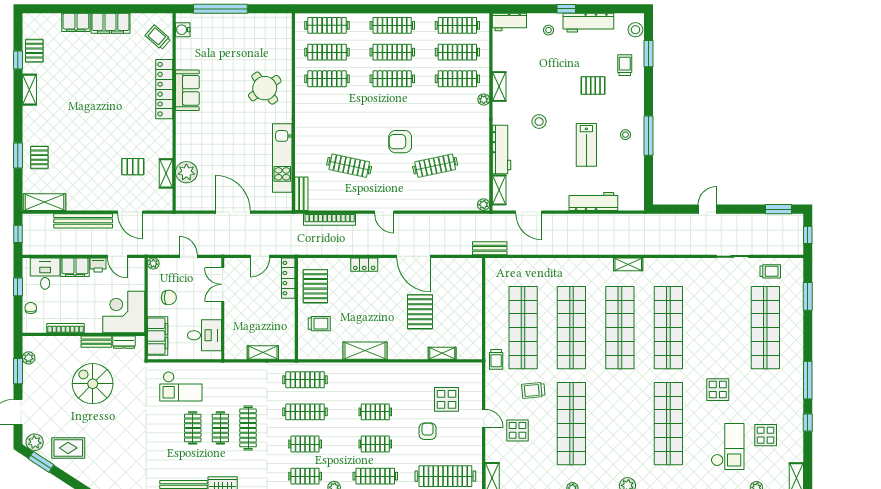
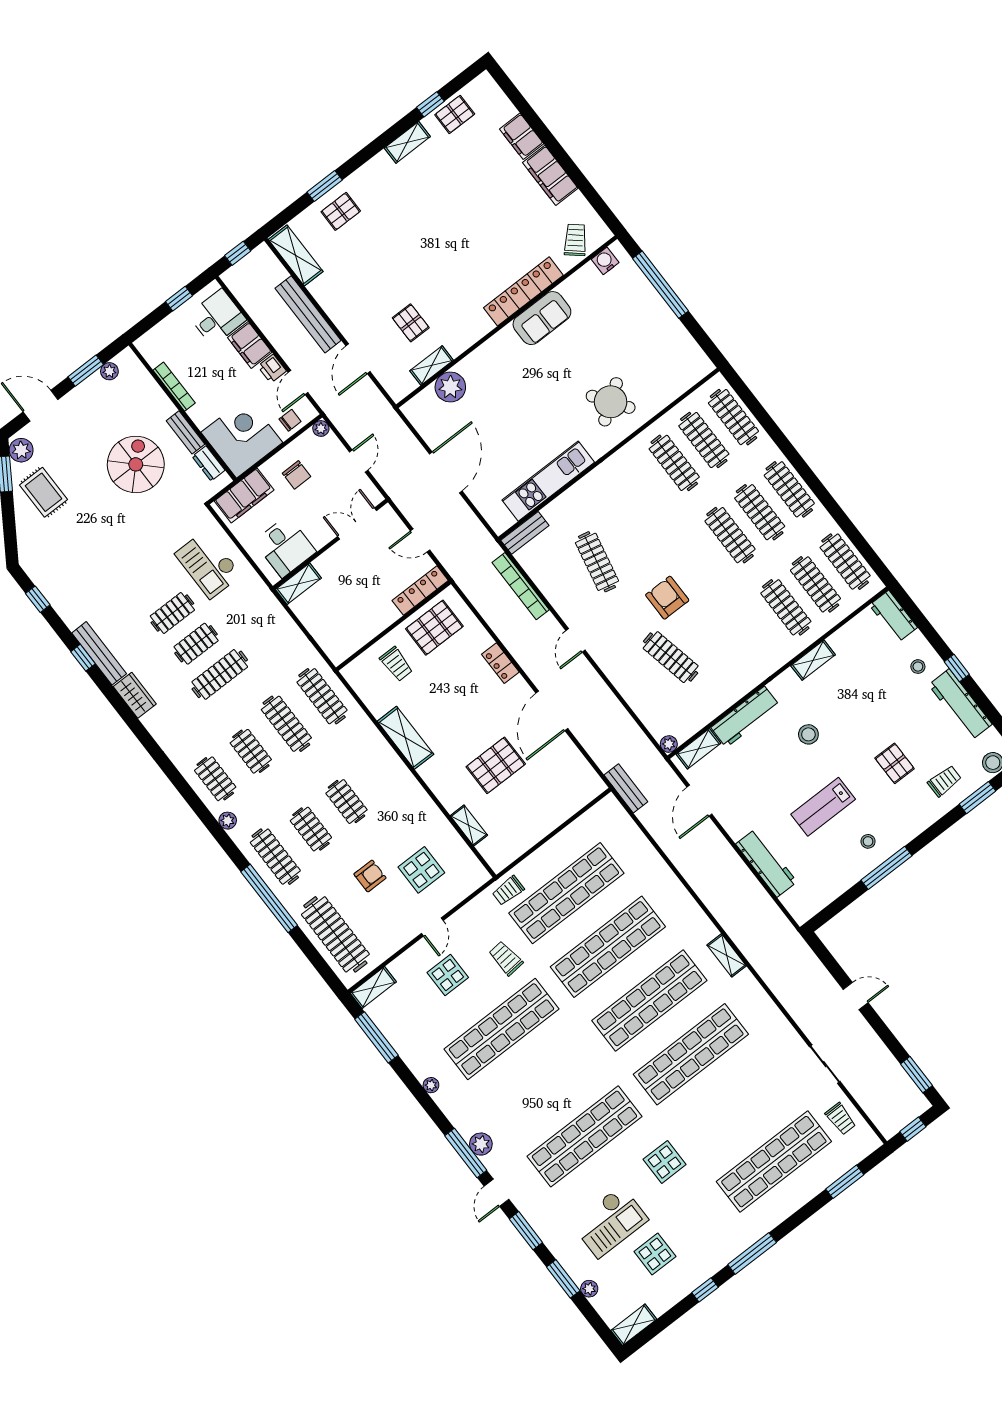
plant: (484, 100) -> (785, 654), removed
chair: (31, 308) -> (290, 420), moved
shelving: (263, 352) -> (298, 584), moved, turned 90

